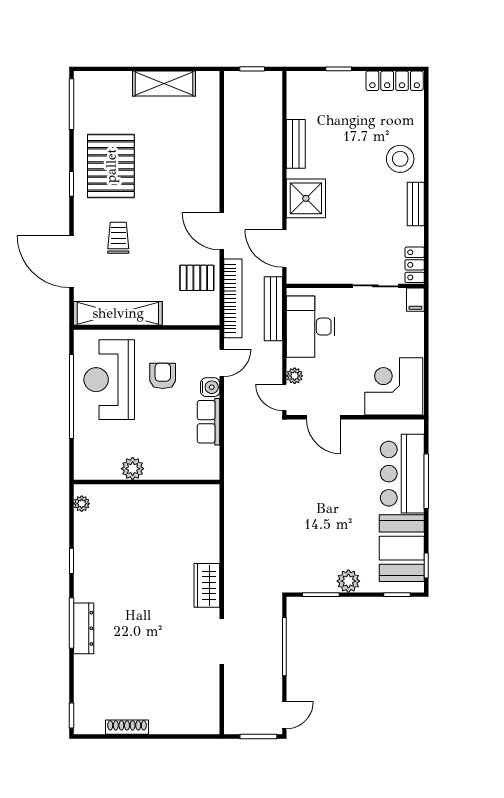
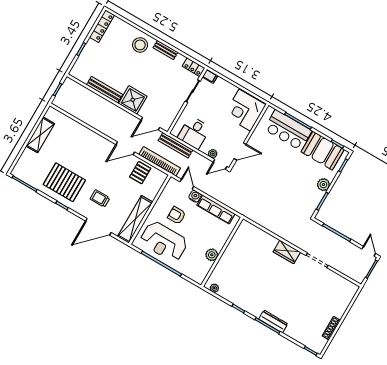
bench: (296, 144) -> (105, 90), width x1.36
desk: (311, 327) -> (194, 133), width x0.73
row of seats: (209, 422) -> (216, 210), width x1.48

